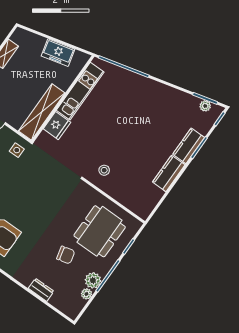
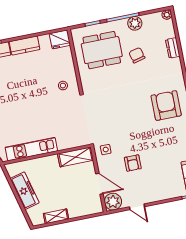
freezer: (58, 53) -> (25, 191), width x1.40
shelving: (42, 112) -> (75, 157), width x0.68
fridge: (57, 126) -> (60, 39), moved, turned 180
plant: (87, 294) -> (167, 15), moved

